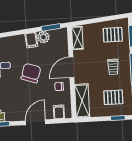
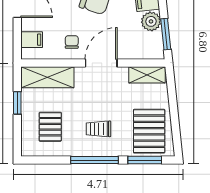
pallet: (113, 35) -> (149, 131), width x1.50, depth x1.42
door: (71, 67) -> (101, 63), hinge flipped
window: (118, 118) -> (17, 103), moved

